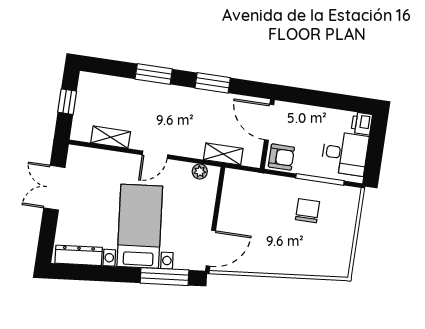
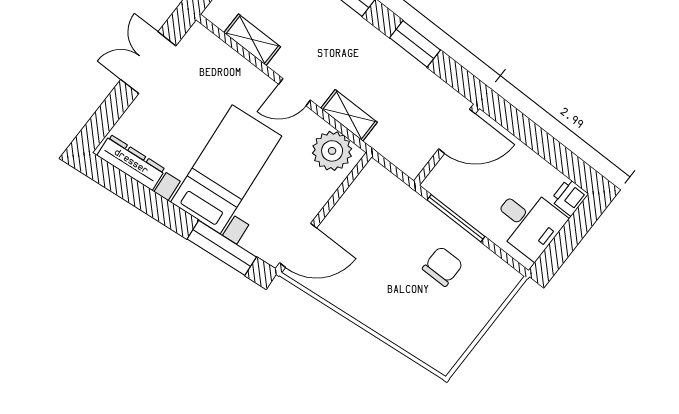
door: (269, 122) -> (457, 131), swing flipped
shelving: (223, 154) -> (349, 115), moved
armchair: (281, 157) -> (448, 183), removed
plant: (200, 171) -> (332, 151), width x1.88, depth x1.88
window: (320, 179) -> (456, 218), moved

